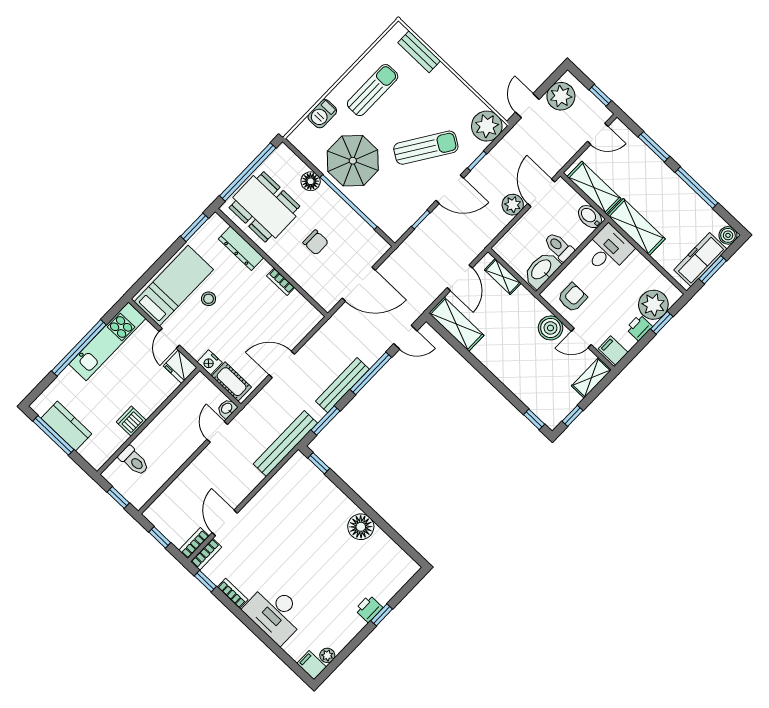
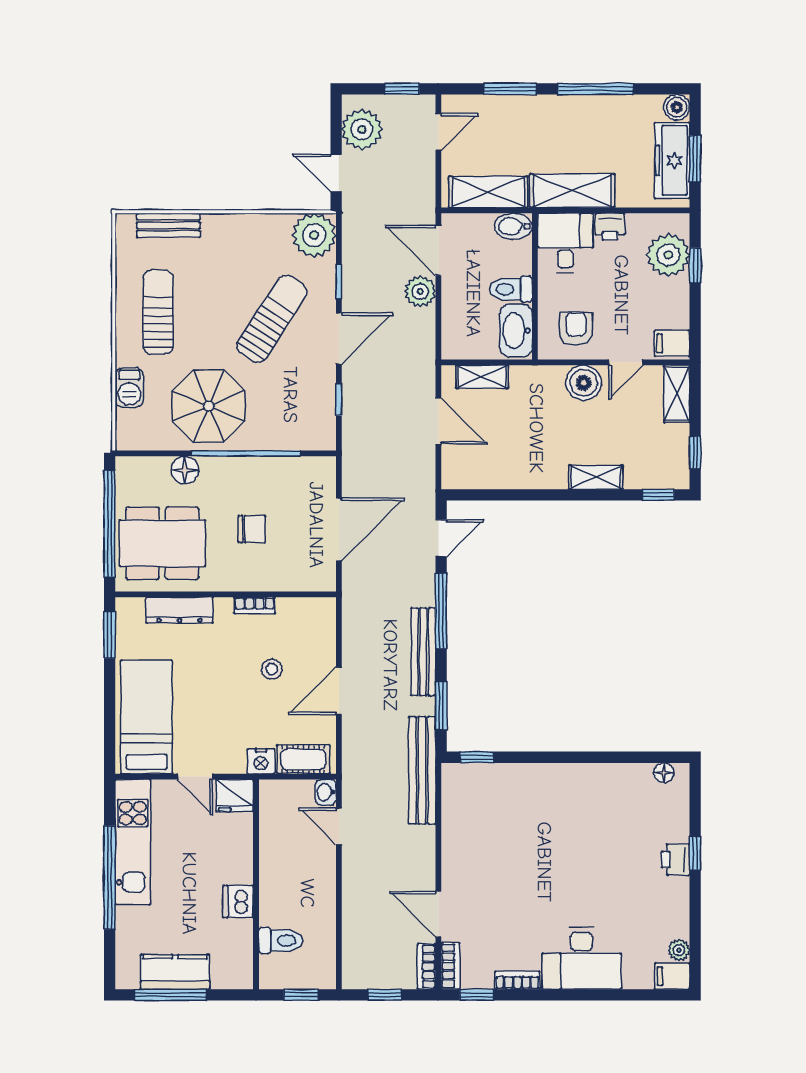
stool: (209, 299) -> (272, 669), moved
shelving: (456, 324) -> (596, 477), moved, width x0.67, depth x0.75
printer: (639, 328) -> (610, 227), moved, turned -90
floor lamp: (361, 527) -> (664, 773), moved, width x0.53, depth x0.53

